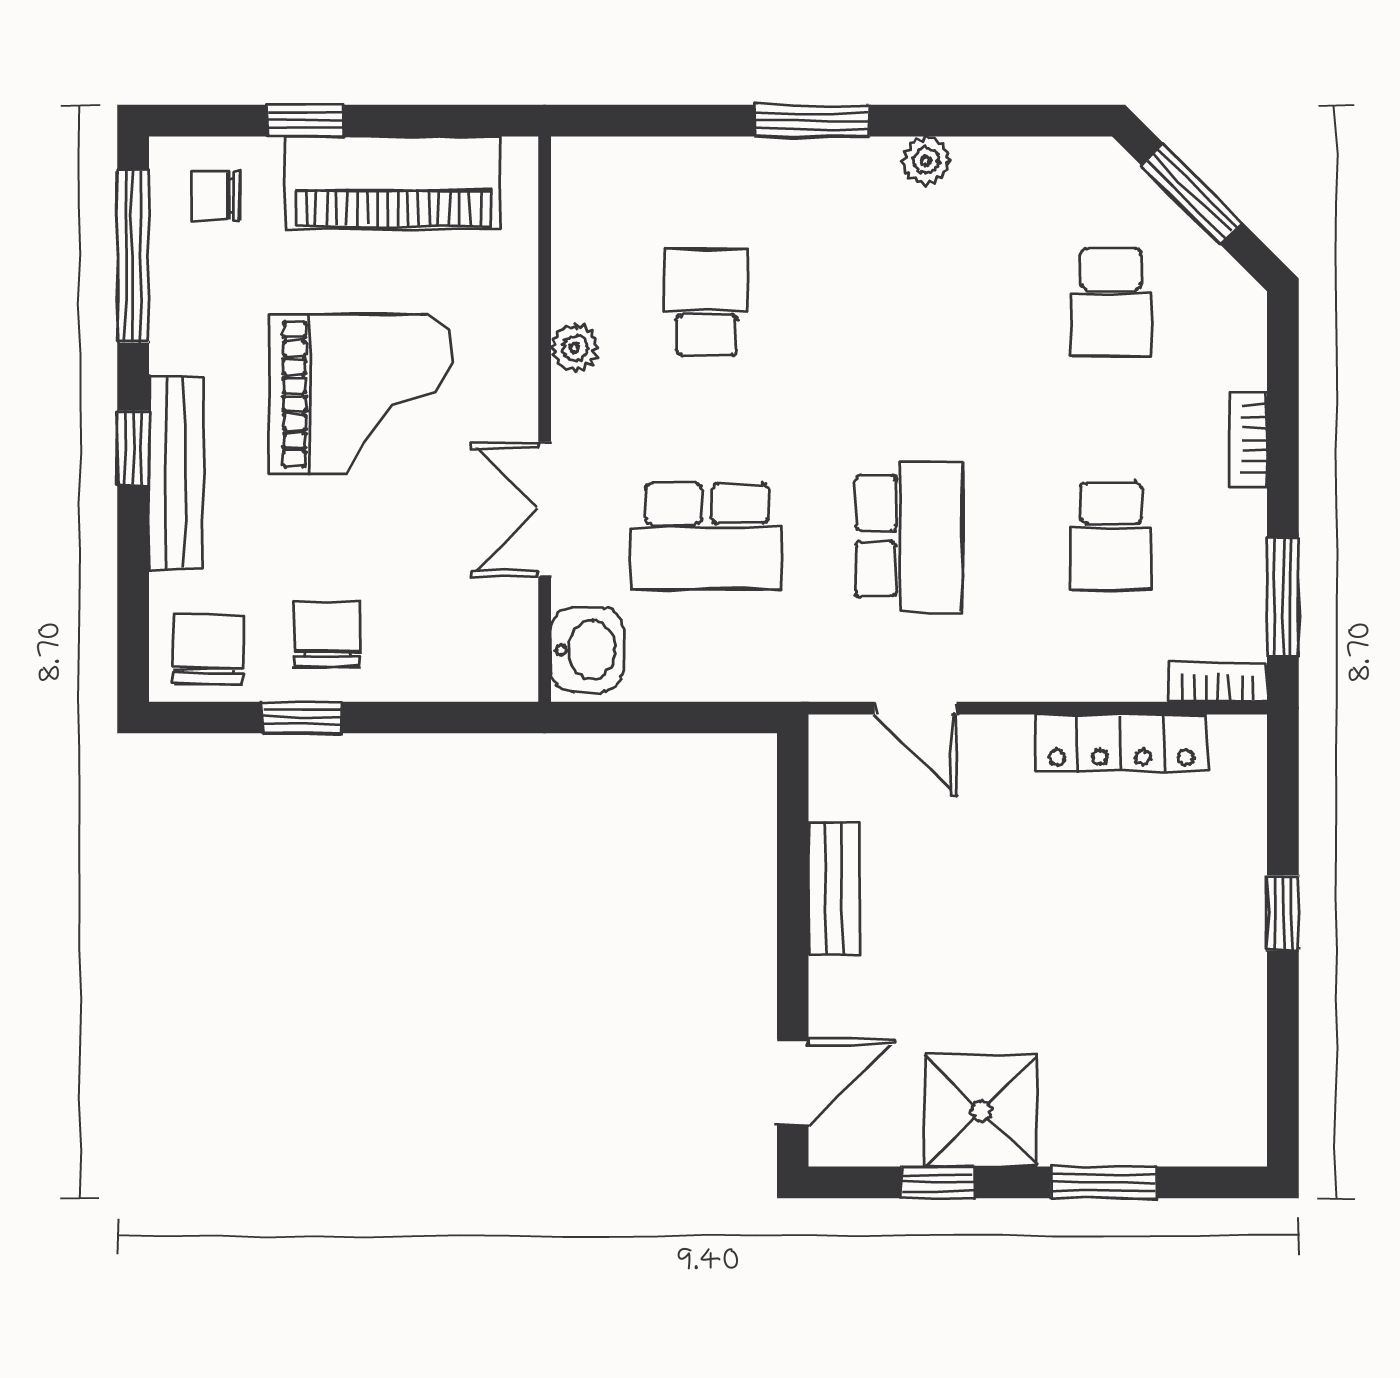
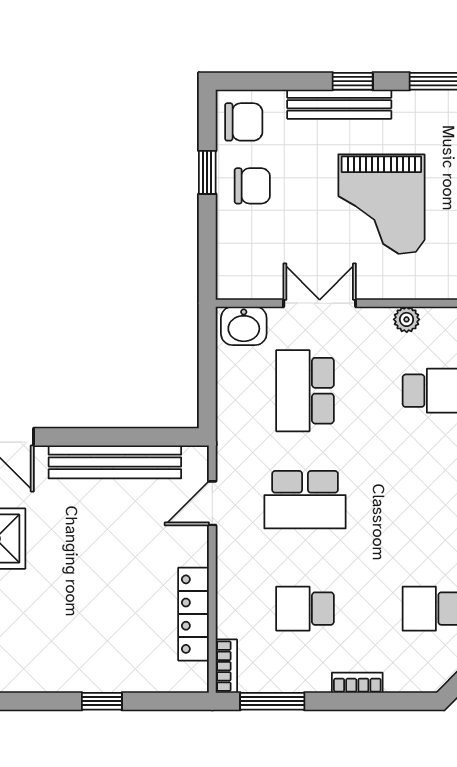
bench: (834, 889) -> (115, 462), width x1.86, depth x1.21

